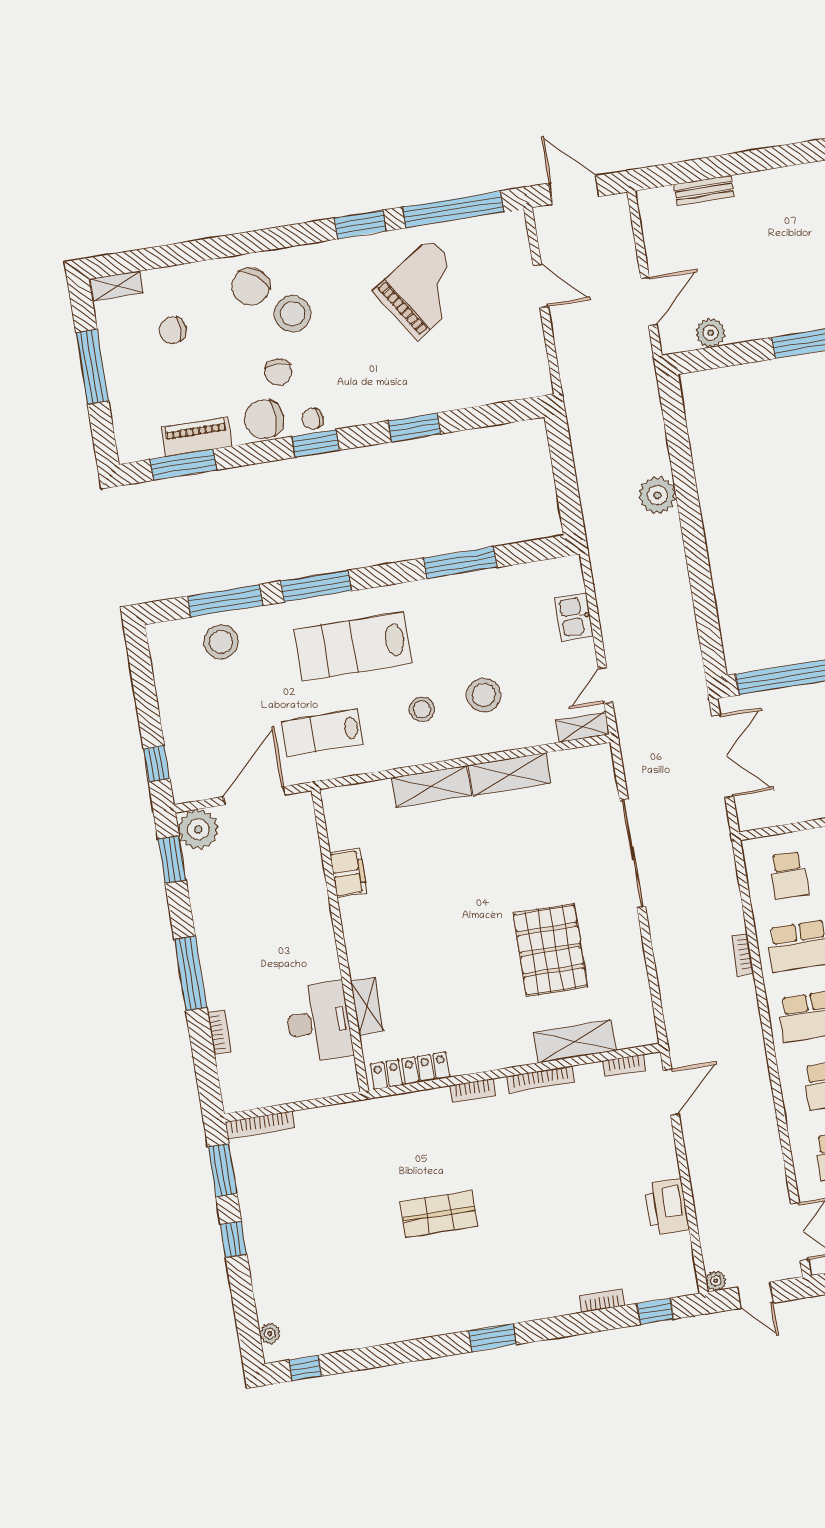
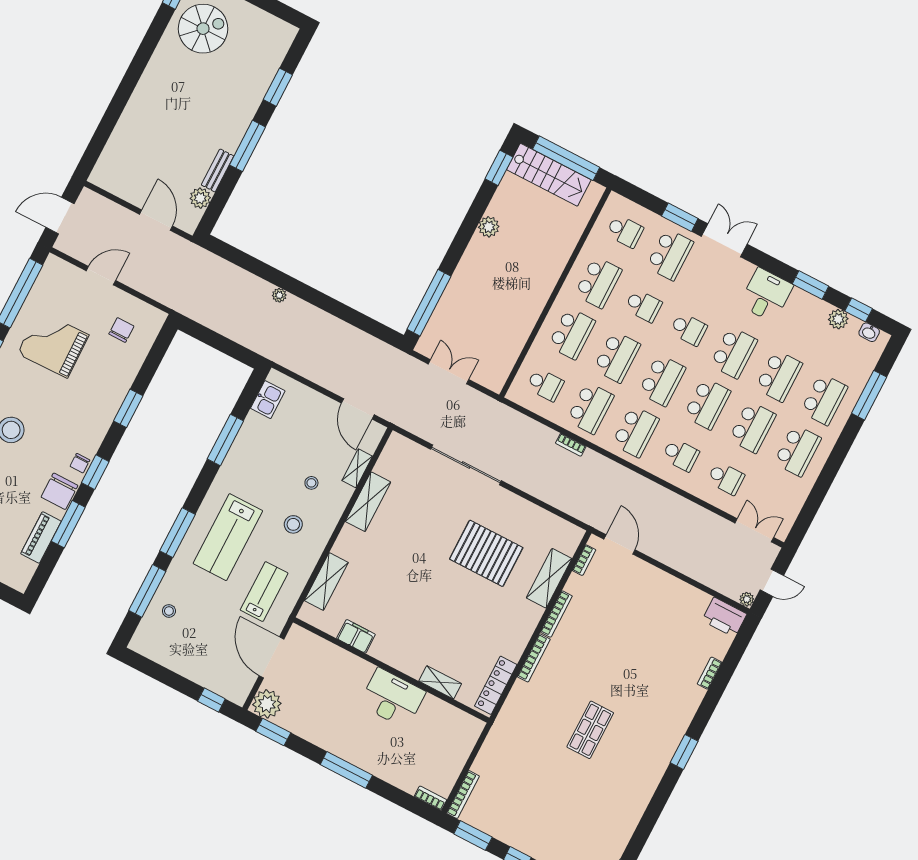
bench: (704, 191) -> (218, 170), moved
grand piano: (424, 289) -> (53, 344), turned -58
chair: (278, 372) -> (121, 330), moved, turned -90
window: (183, 465) -> (68, 524), moved
plant: (657, 495) -> (279, 295), width x0.53, depth x0.53
kitchen sink: (574, 617) -> (268, 400), moved, turned -90
stool: (221, 642) -> (169, 611), width x0.53, depth x0.53
door: (605, 685) -> (358, 409), width x1.38
stool: (484, 695) -> (311, 483), width x0.53, depth x0.53
shelving: (583, 727) -> (357, 468), moved
lab bench: (322, 733) -> (264, 592), turned 180
double door: (723, 756) -> (448, 372), width x0.73
shelving: (431, 786) -> (326, 581), moved
desk: (319, 1022) -> (392, 698), moved
bookcase: (219, 1032) -> (430, 798), moved
bookcase: (472, 1091) -> (534, 658), width x1.56
printer: (667, 1207) -> (724, 617), moved
window: (655, 1311) -> (738, 647), removed

